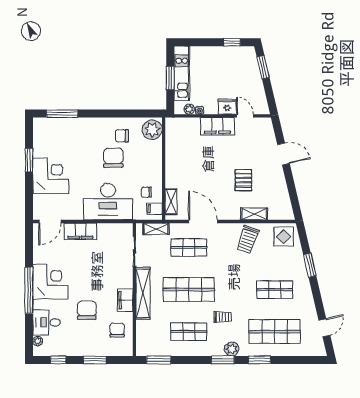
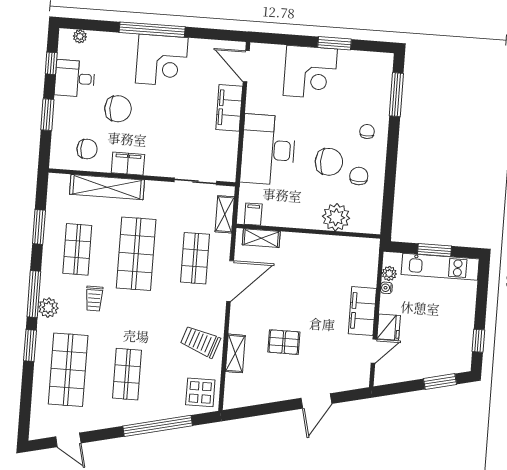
plant: (152, 130) -> (336, 217), moved
chair: (146, 192) -> (367, 131), moved
window: (310, 265) -> (158, 426), width x2.11
shelving: (143, 293) -> (107, 187), moved
desk: (46, 322) -> (75, 78), moved, turned -90
window: (159, 360) -> (39, 227), moved
window: (223, 360) -> (34, 294), width x1.44

